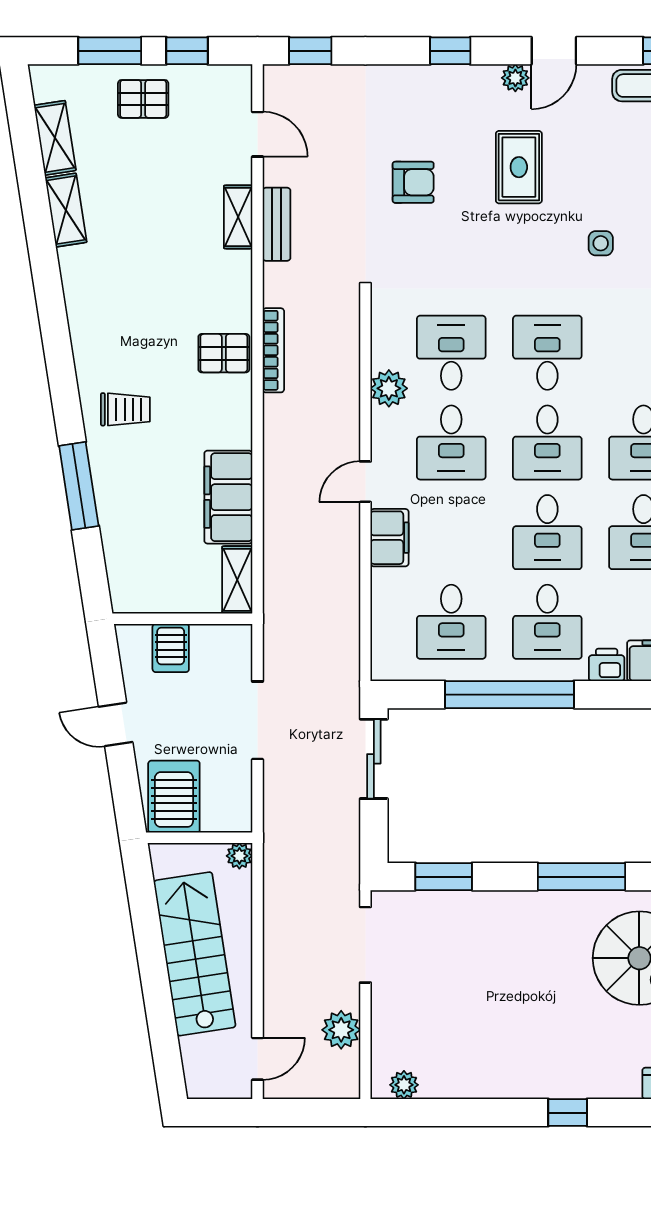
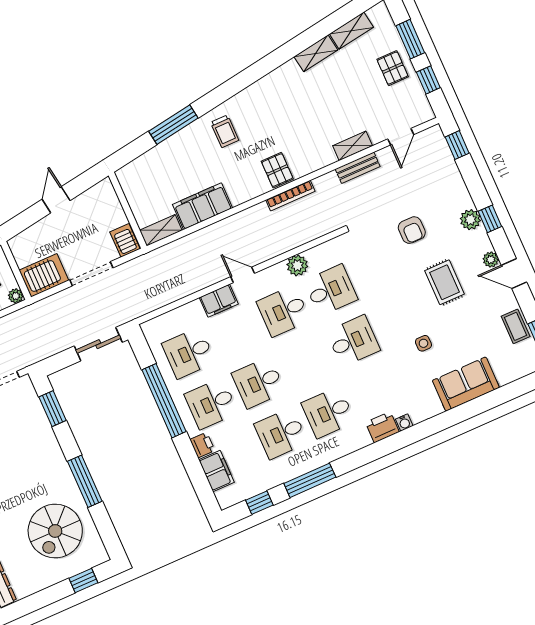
plant: (438, 82) -> (470, 220), added
rug: (519, 167) -> (445, 282), turned 90
desk: (547, 442) -> (306, 362), removed
server rack: (171, 648) -> (125, 240), moved, turned 90
server rack: (174, 797) -> (44, 275), moved

